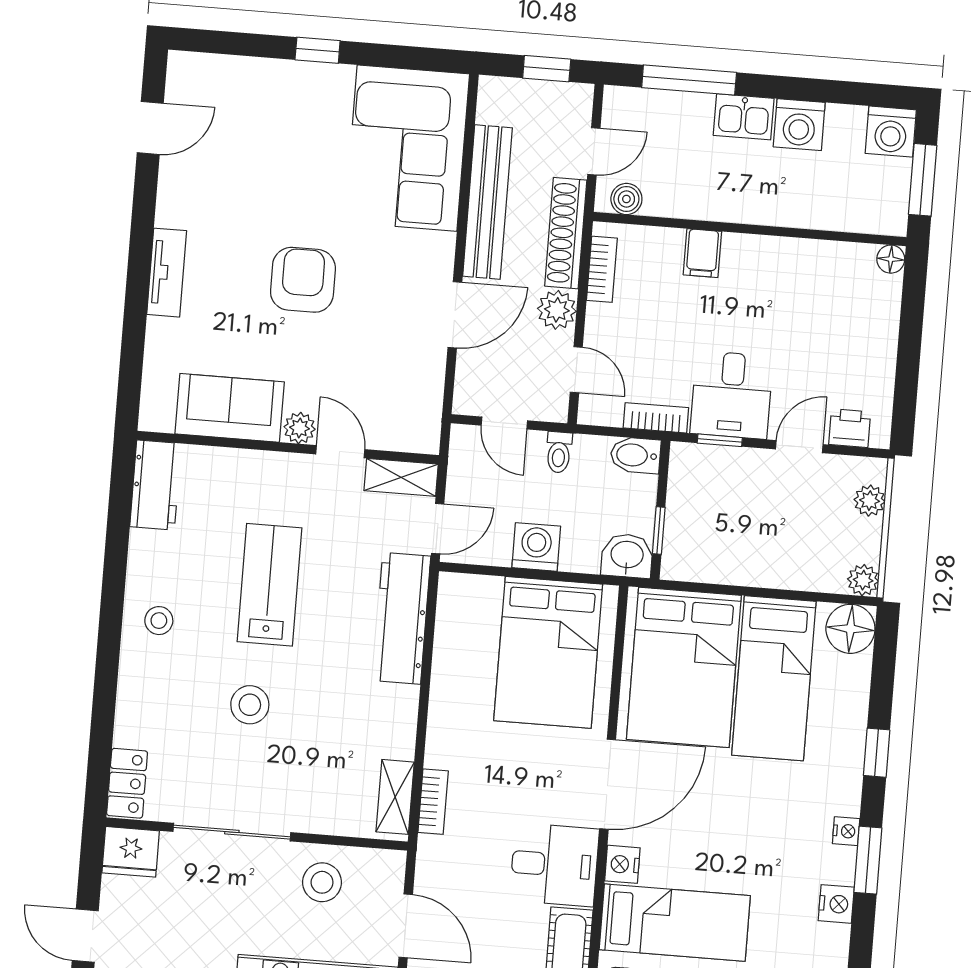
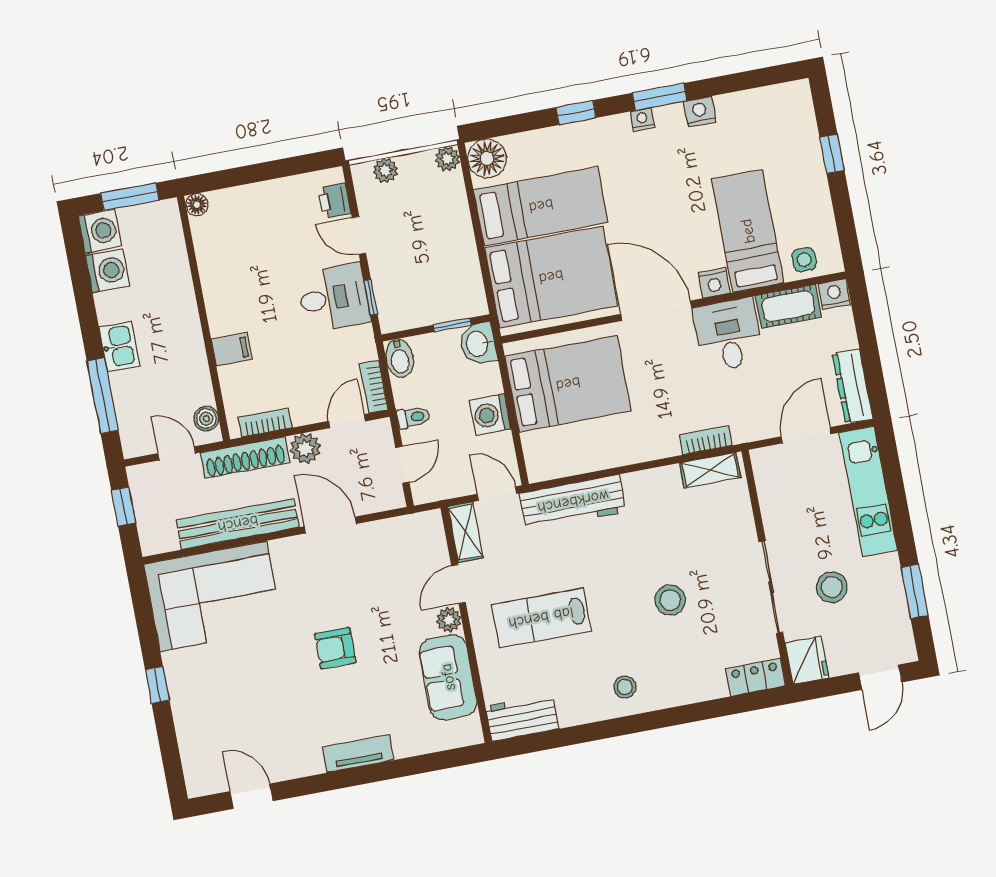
washing machine: (799, 125) -> (108, 271), moved
armchair: (303, 280) -> (335, 648), width x0.72, depth x0.72
bookcase: (656, 418) -> (374, 387), moved
lab bench: (269, 585) -> (541, 618), moved
stool: (322, 882) -> (832, 587), moved

